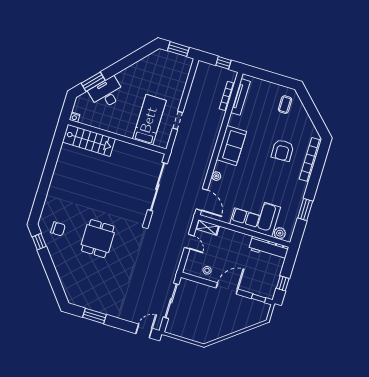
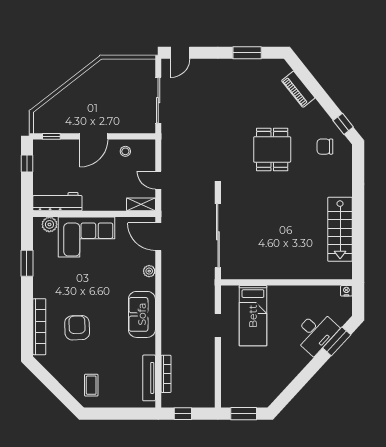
stairs: (89, 140) -> (340, 229), moved, turned -90
piano: (65, 277) -> (298, 89), added

